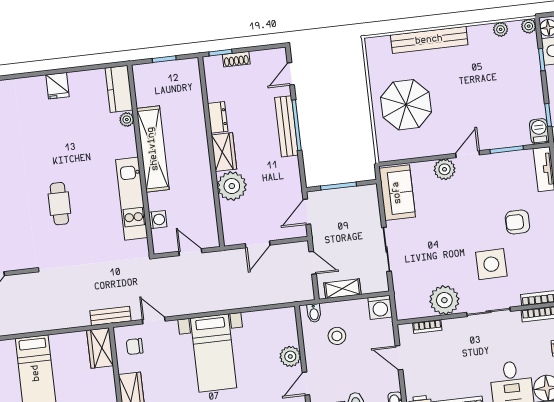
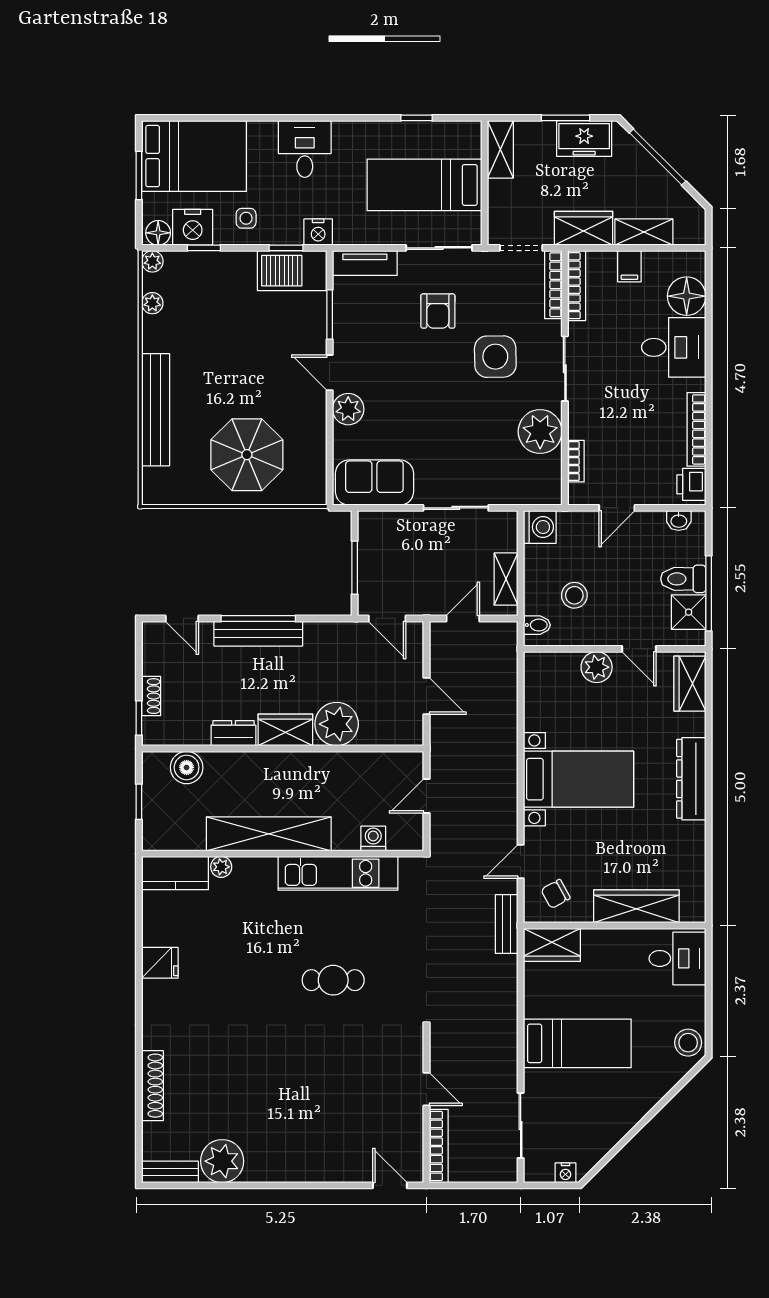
boiler: (191, 89) -> (187, 767), added
barbecue: (539, 131) -> (292, 271), width x1.88, depth x1.53
chair: (135, 346) -> (556, 894), turned 61

